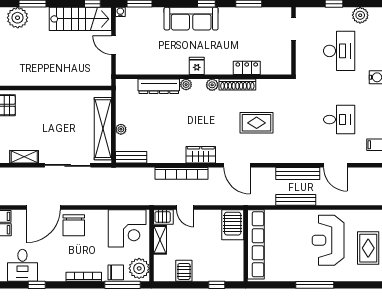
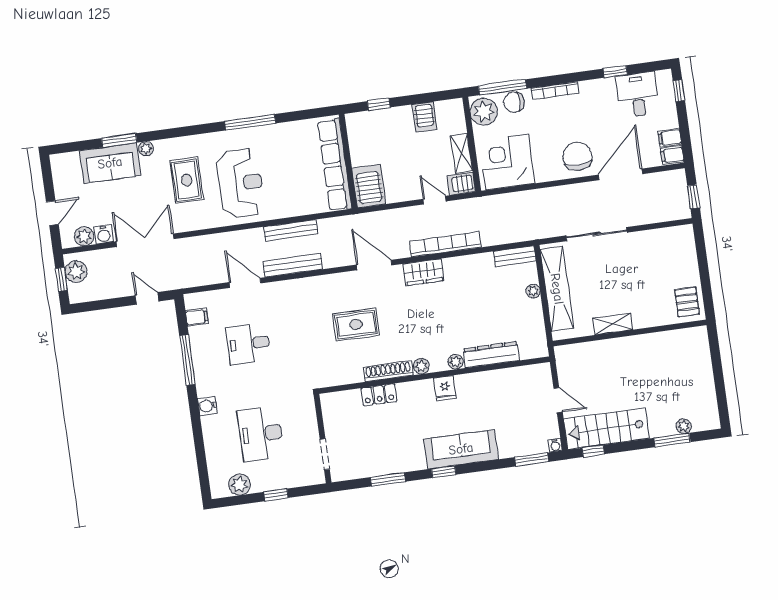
plant: (18, 18) -> (684, 426), width x0.53, depth x0.53
shelving: (24, 157) -> (613, 324), moved

